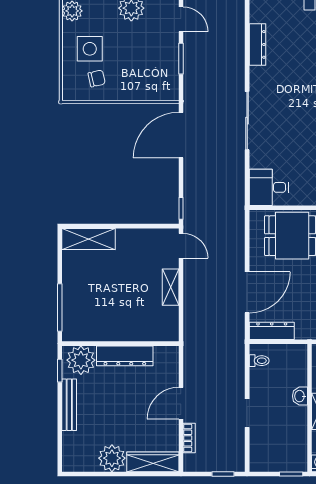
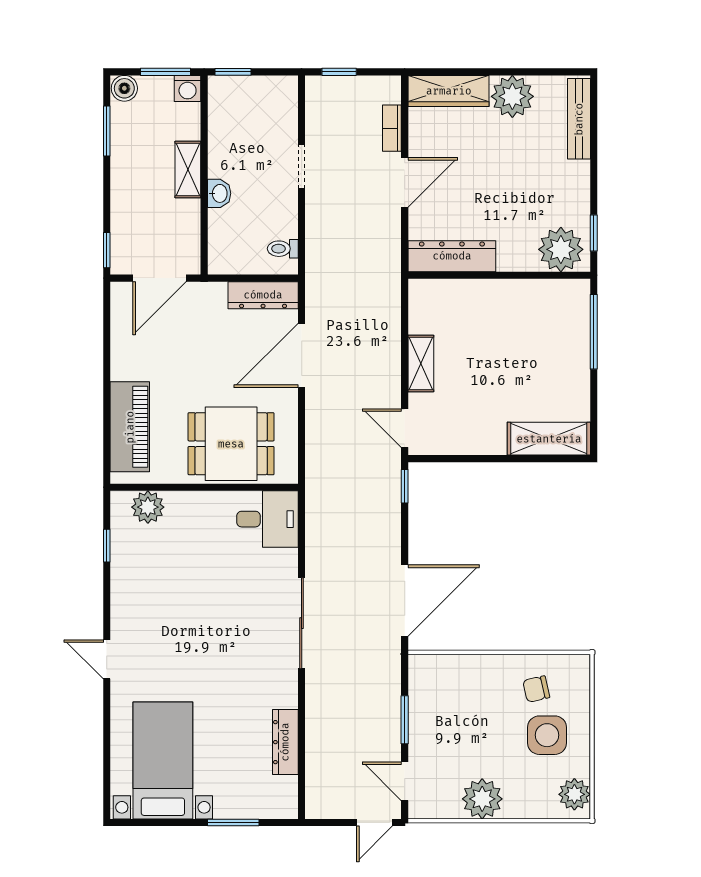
dresser: (125, 356) -> (452, 256), moved
bench: (69, 405) -> (579, 119), moved

